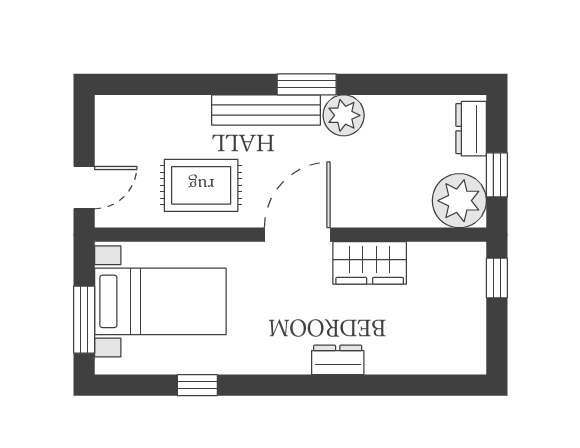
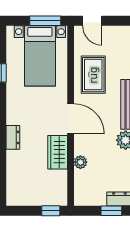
window: (497, 175) -> (111, 211), moved
plant: (459, 201) -> (80, 162), moved, width x0.53, depth x0.53
window: (84, 320) -> (45, 21), moved

